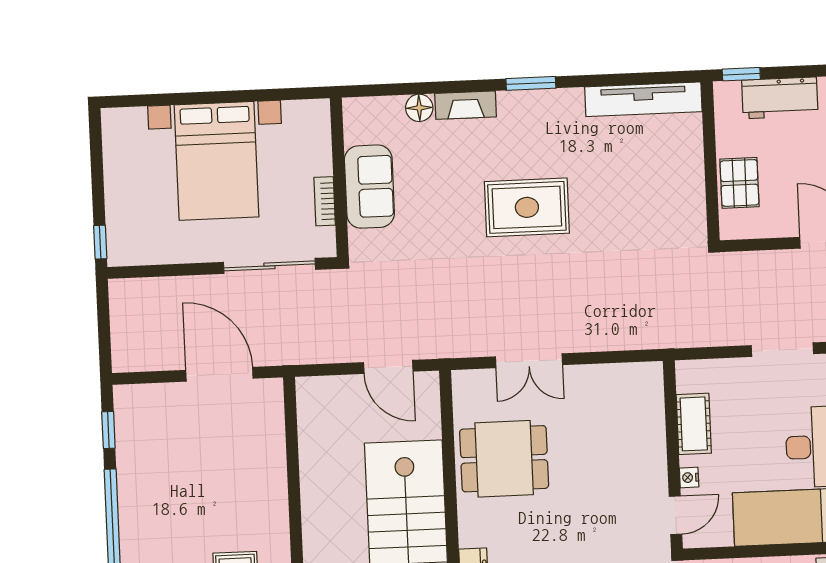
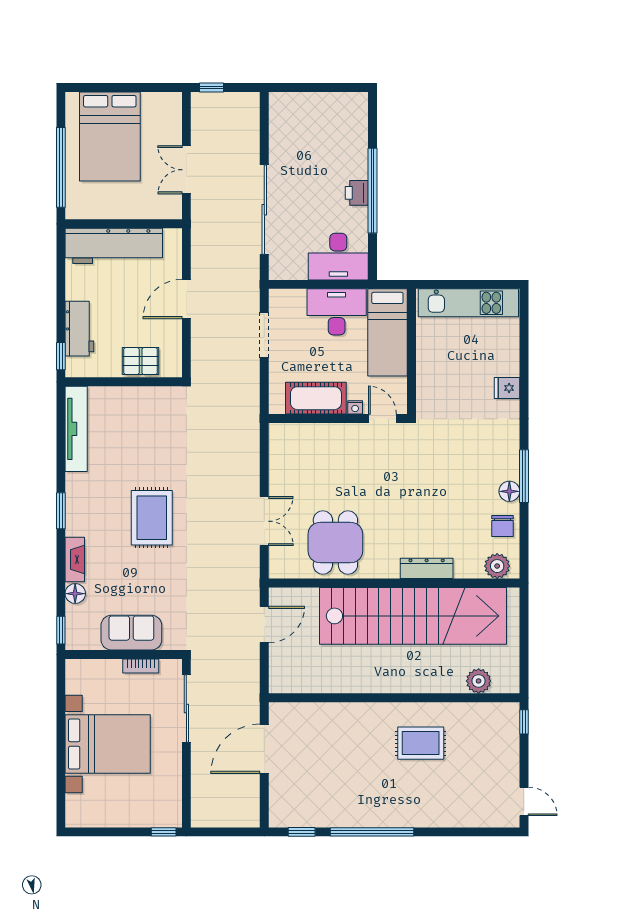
window: (369, 90) -> (61, 630), added
cot: (694, 424) -> (316, 398), width x1.37, depth x1.34

